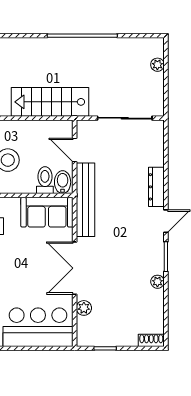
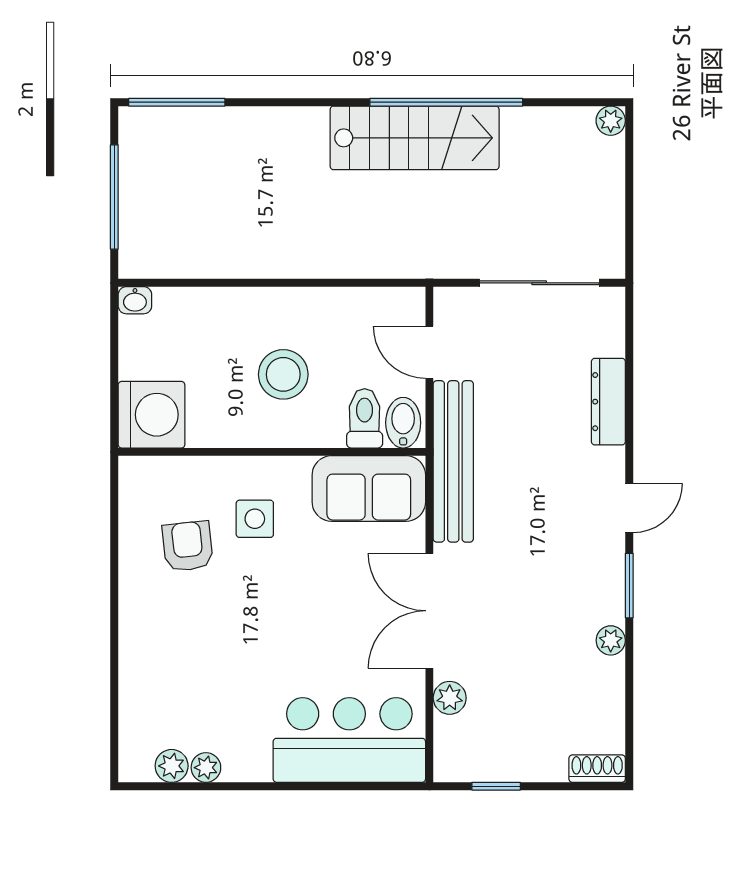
plant: (157, 65) -> (611, 121), moved
stairs: (50, 102) -> (415, 138), moved, turned 180
dresser: (156, 187) -> (608, 402), moved

